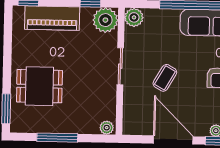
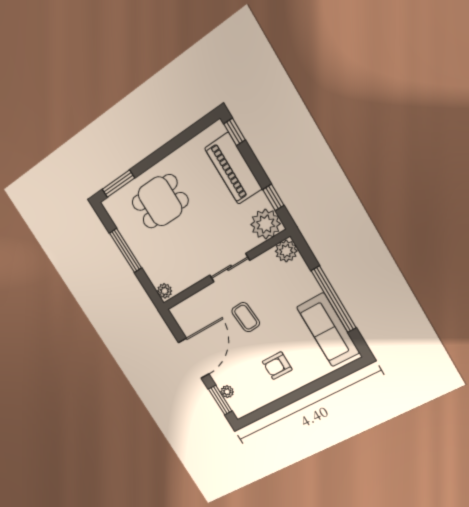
coffee table: (165, 78) -> (246, 317), turned 56
dining table: (39, 86) -> (160, 201), turned 90

